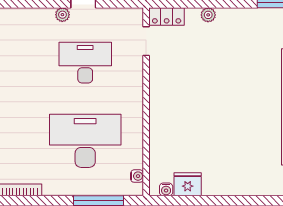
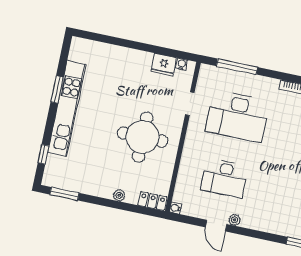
doorway: (146, 41) -> (190, 104), moved
round table: (195, 91) -> (143, 137), added
water cooler: (137, 176) -> (175, 208), moved

